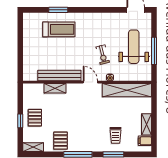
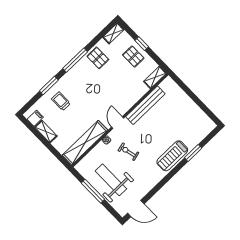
treadmill: (59, 29) -> (172, 156), moved
weight bench: (134, 47) -> (111, 180), turned 180
door: (90, 82) -> (118, 123), swing flipped
shelving: (55, 88) -> (155, 77), moved

